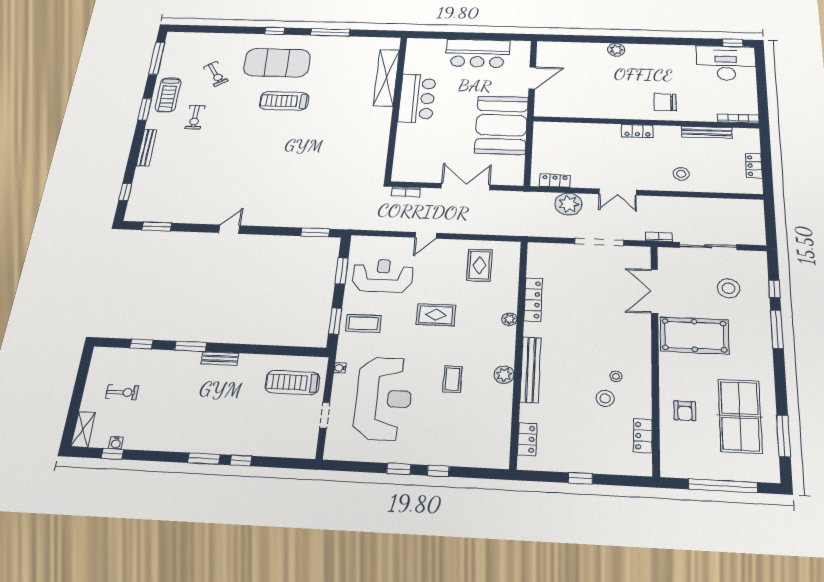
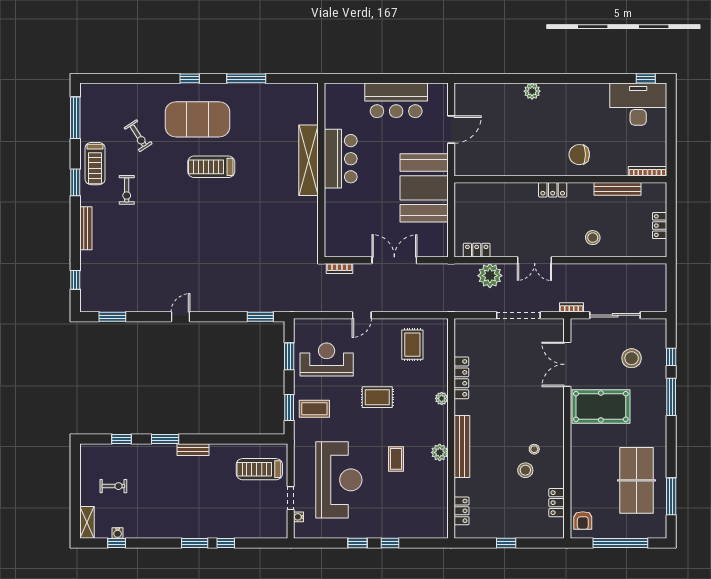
shelving: (386, 78) -> (309, 160), moved
water cooler: (340, 368) -> (299, 517), moved
armchair: (685, 411) -> (583, 521), moved

